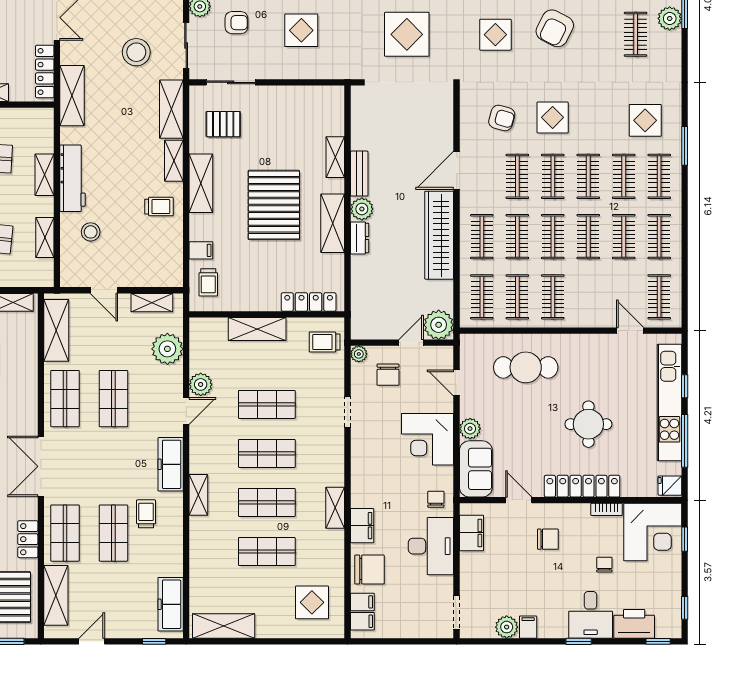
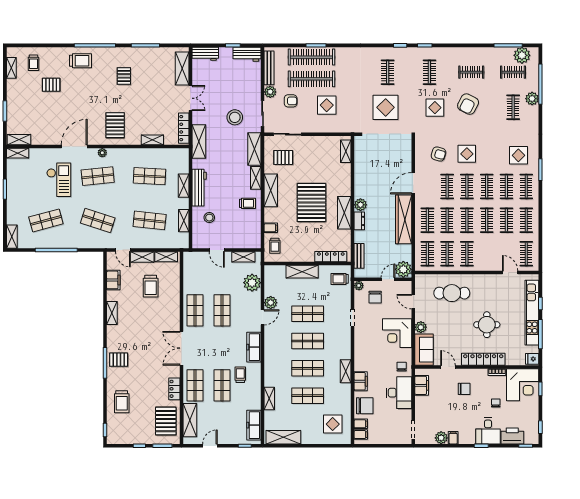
shelving: (335, 157) -> (346, 151), moved
bench: (359, 174) -> (359, 256), moved
shelving: (56, 330) -> (190, 272), removed
shelving: (198, 495) -> (269, 399), moved

